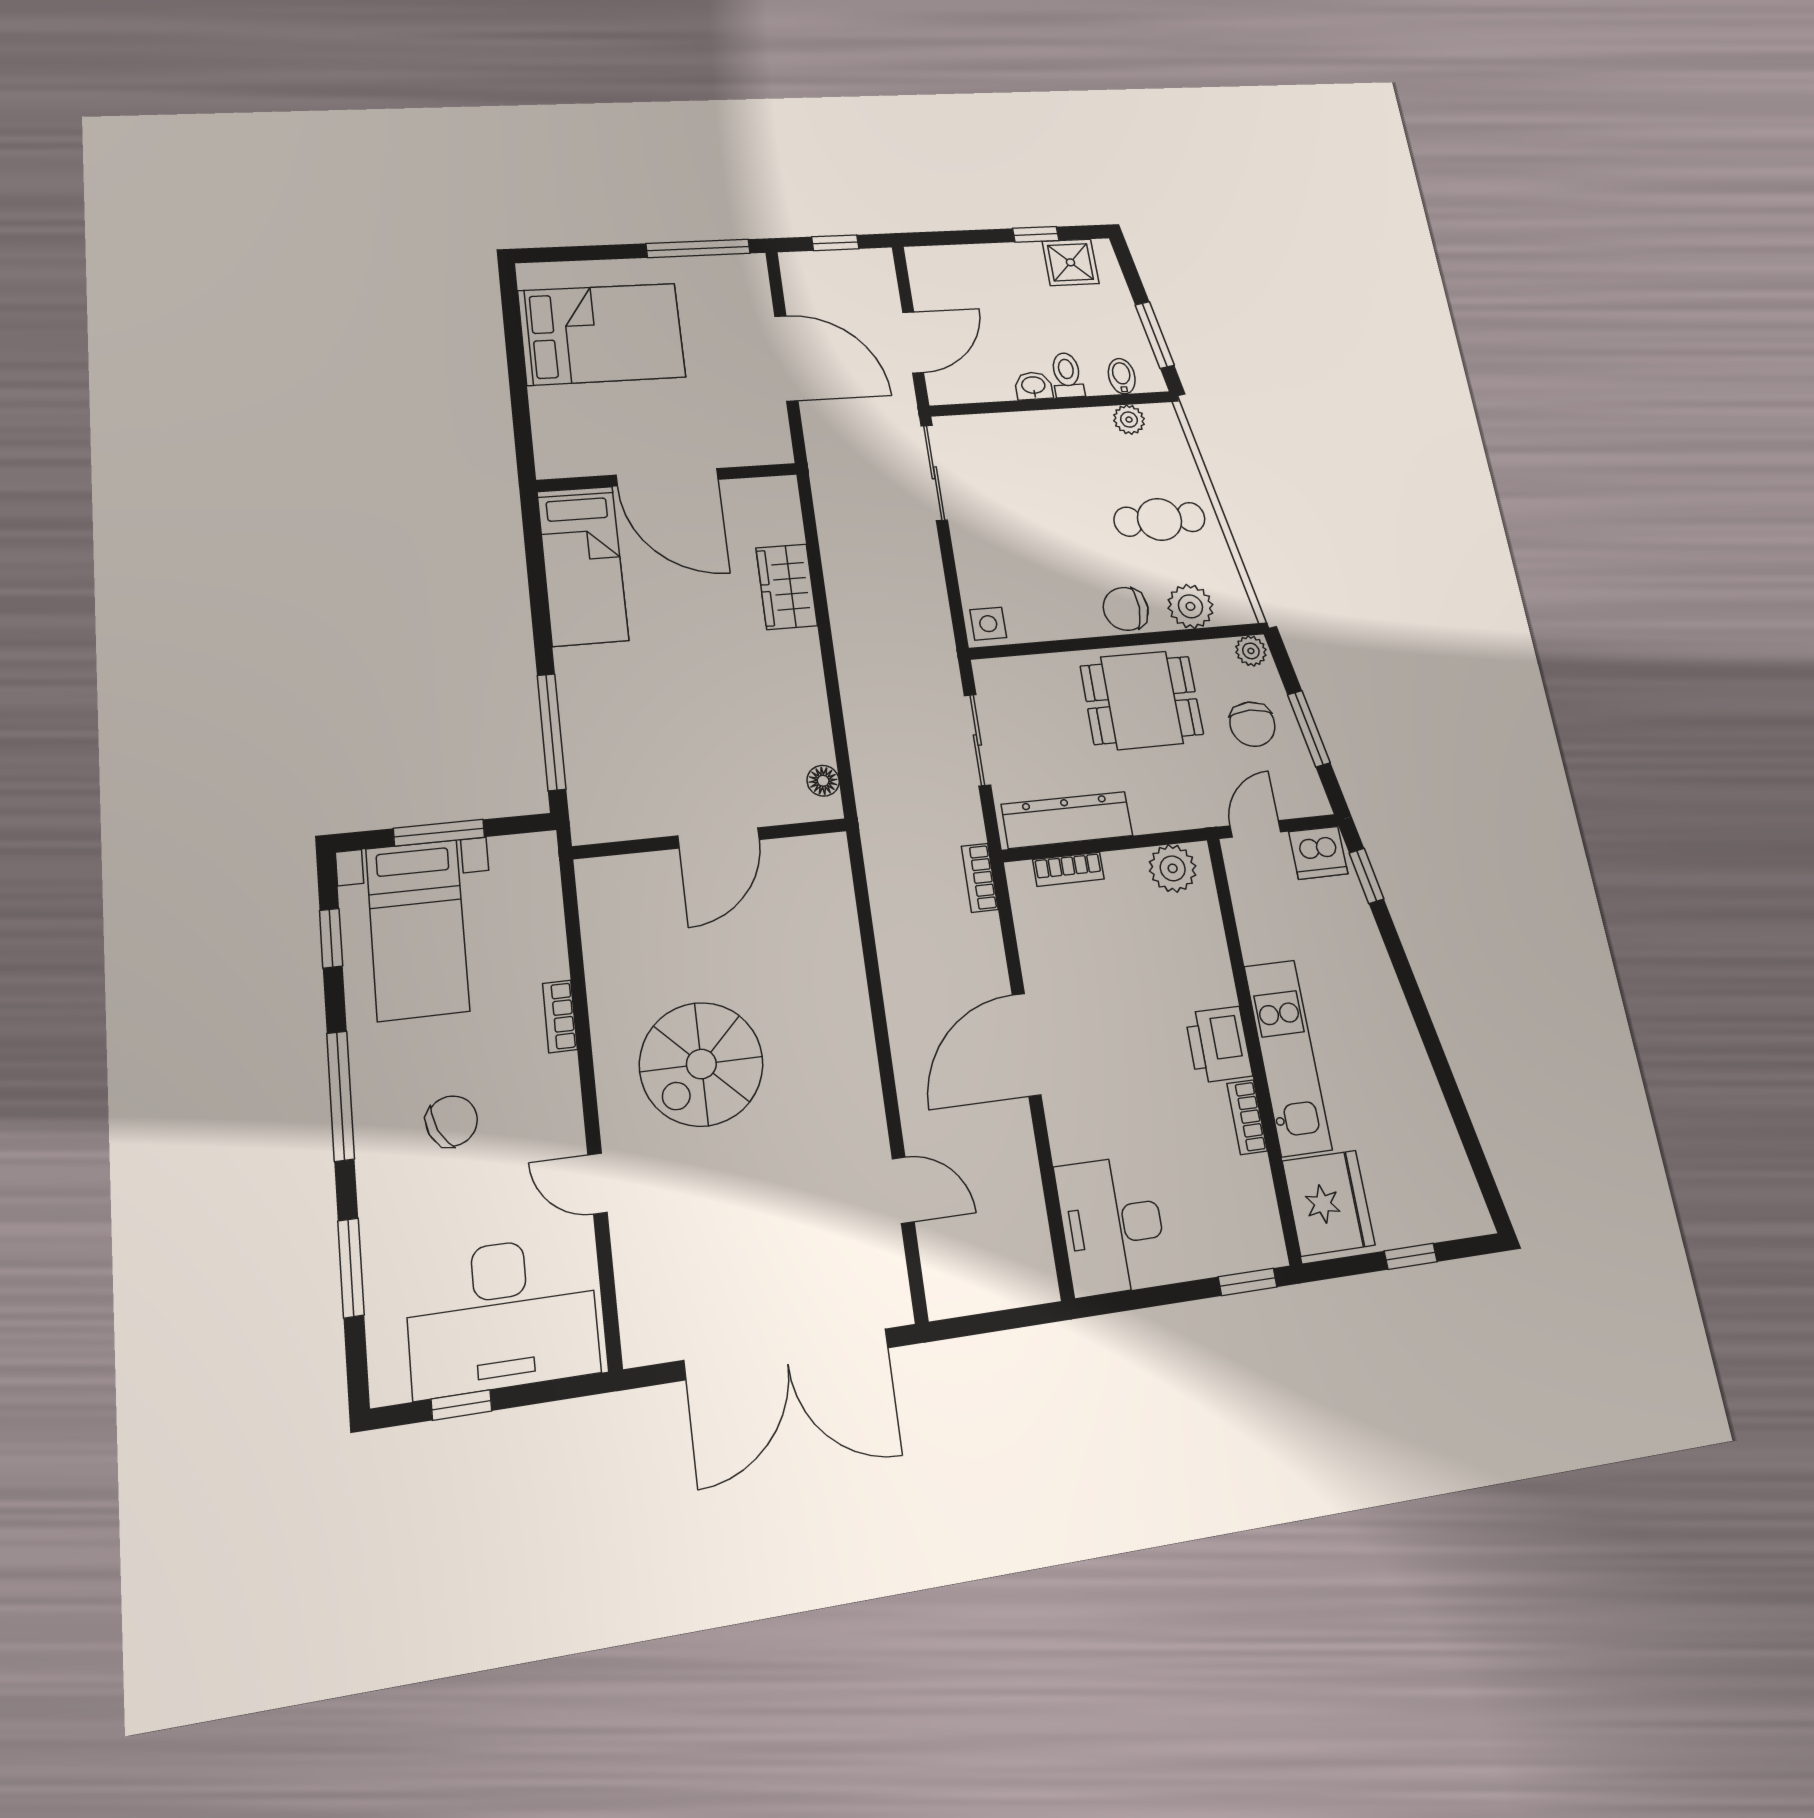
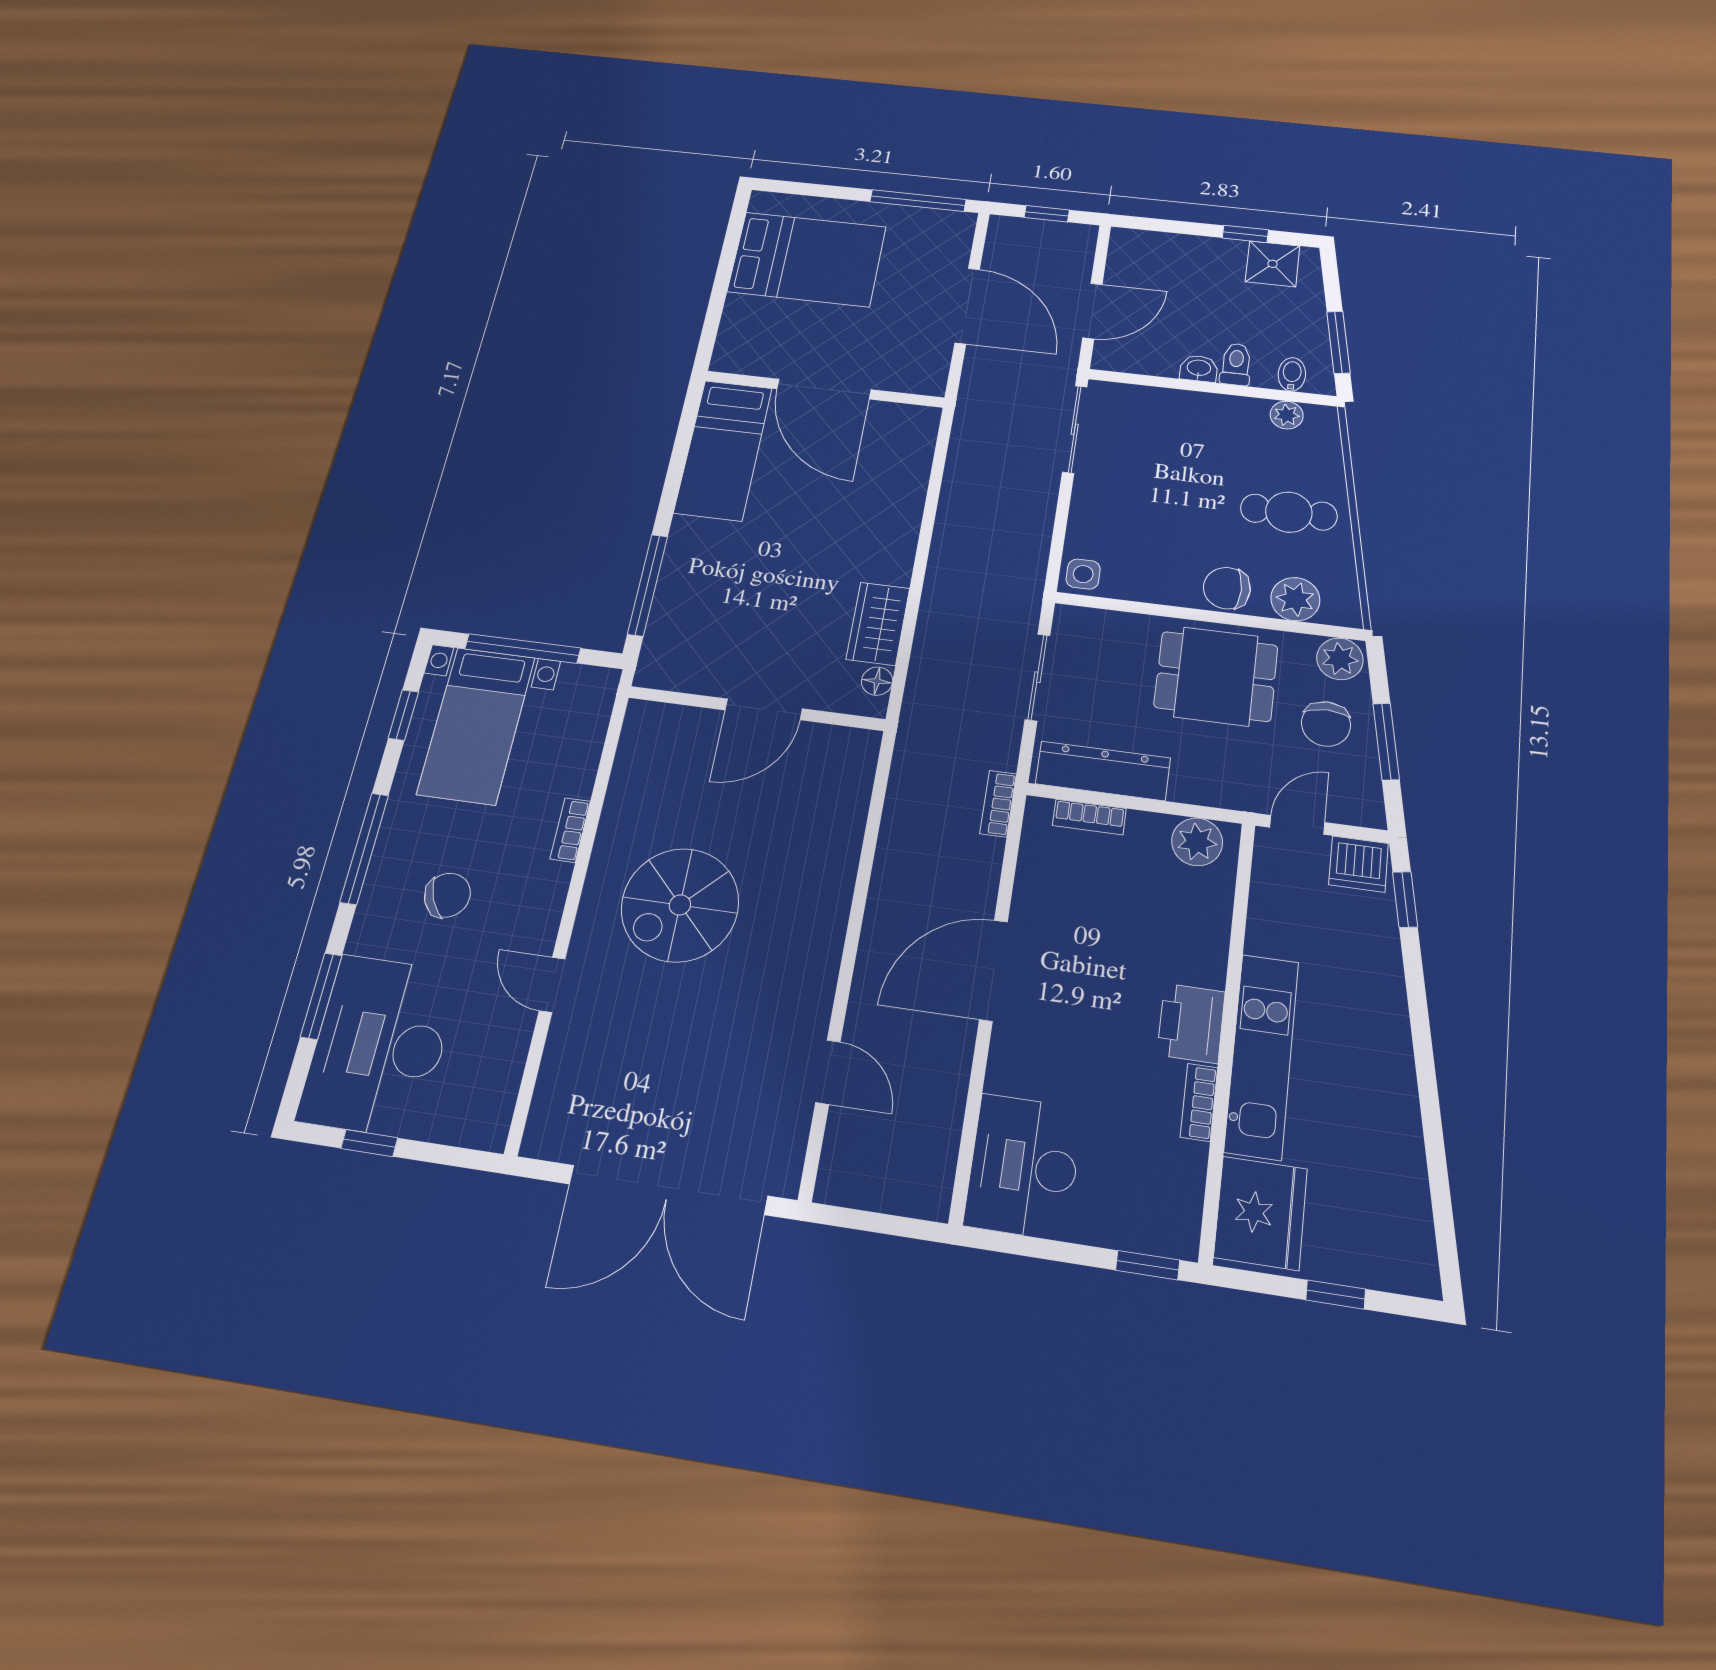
wardrobe: (787, 587) -> (878, 624), moved
plant: (1251, 651) -> (1340, 659), width x1.38, depth x1.38
window: (439, 833) -> (523, 648), width x1.44
desk: (502, 1315) -> (379, 1046), moved, turned 90

